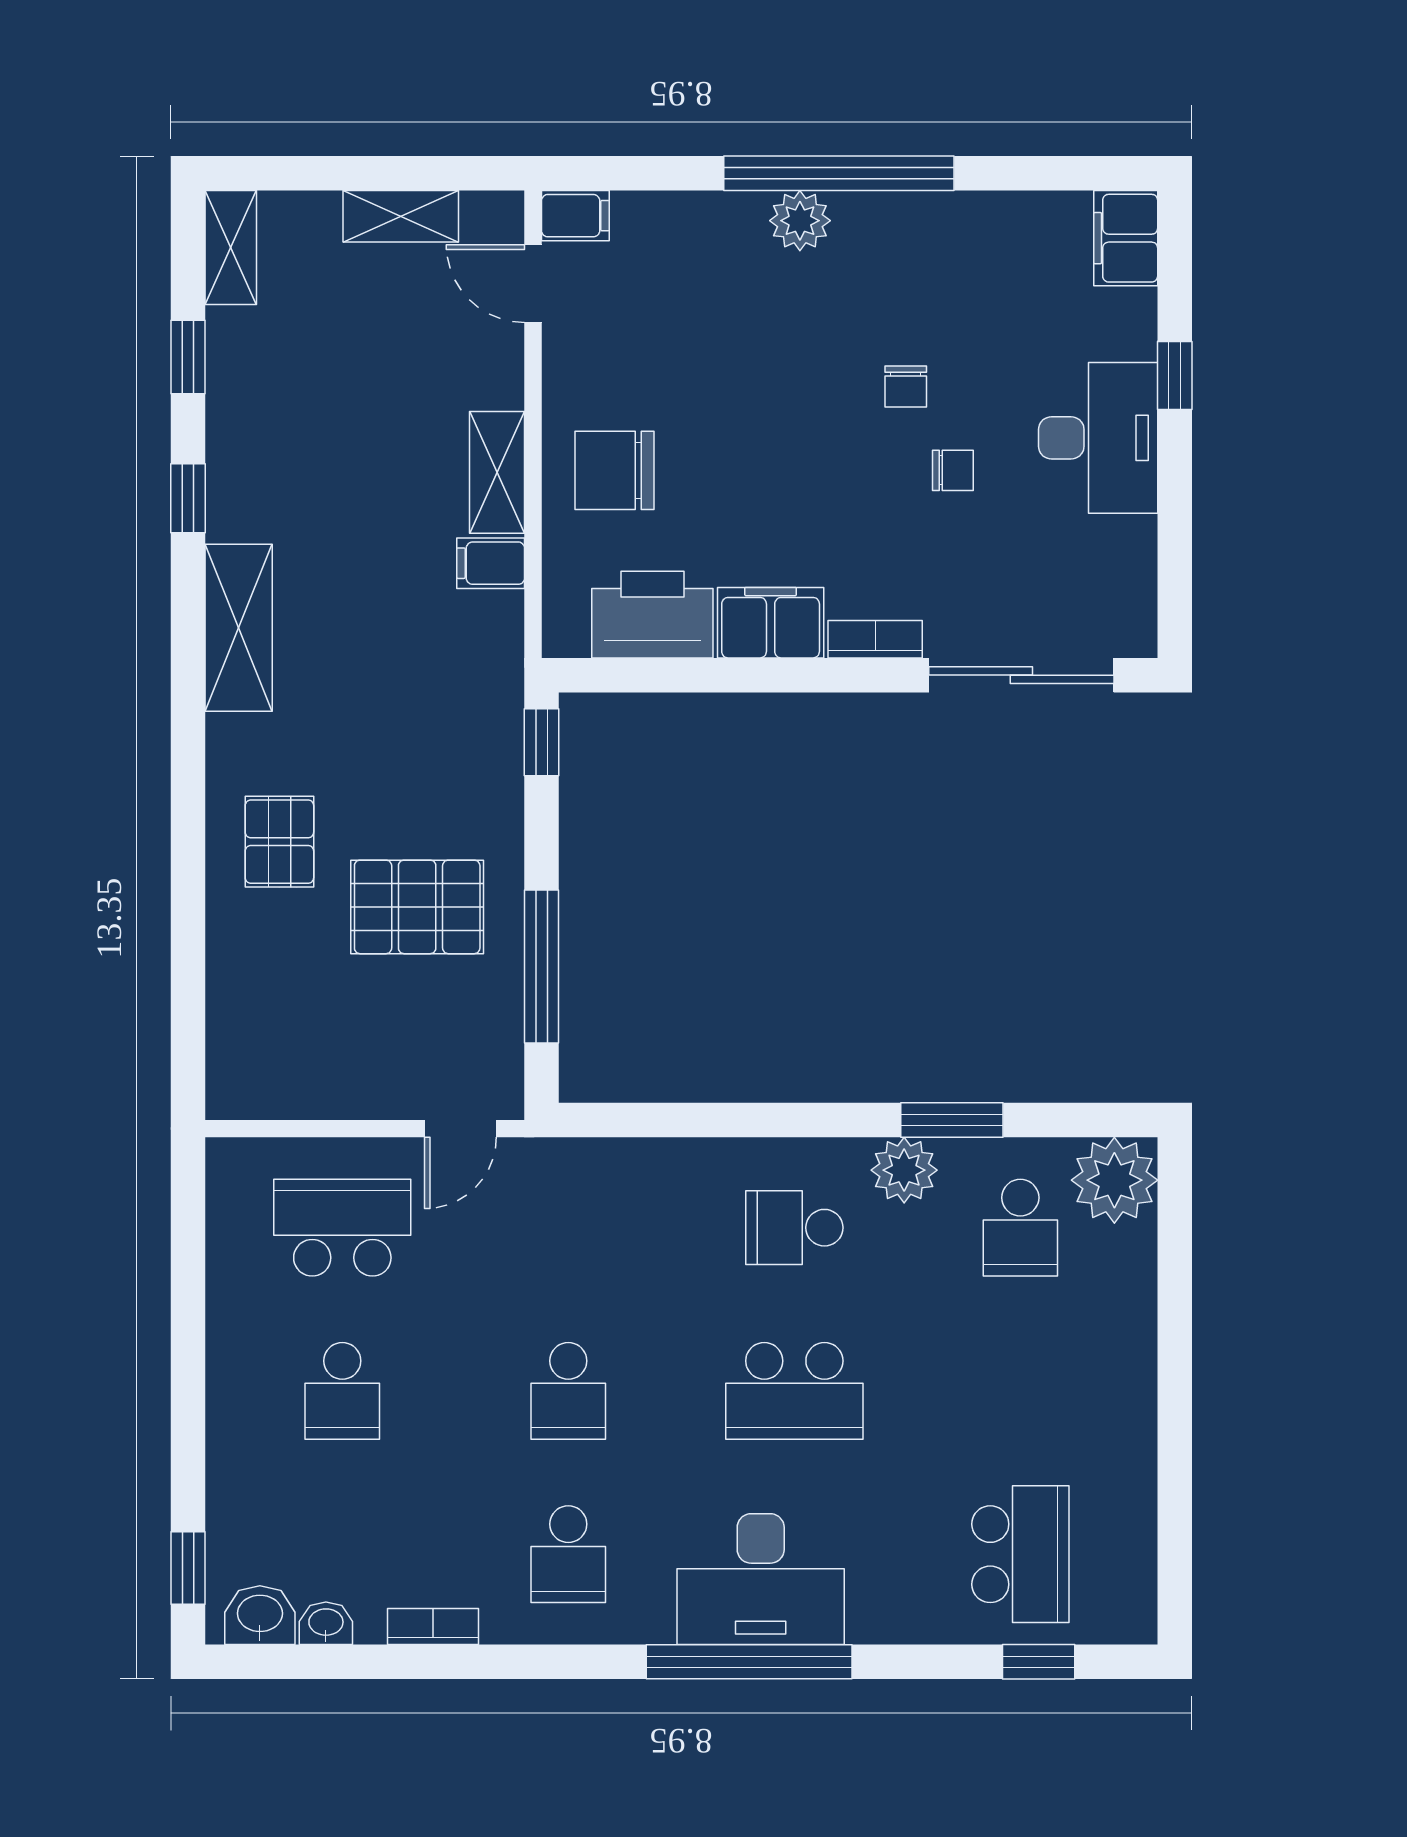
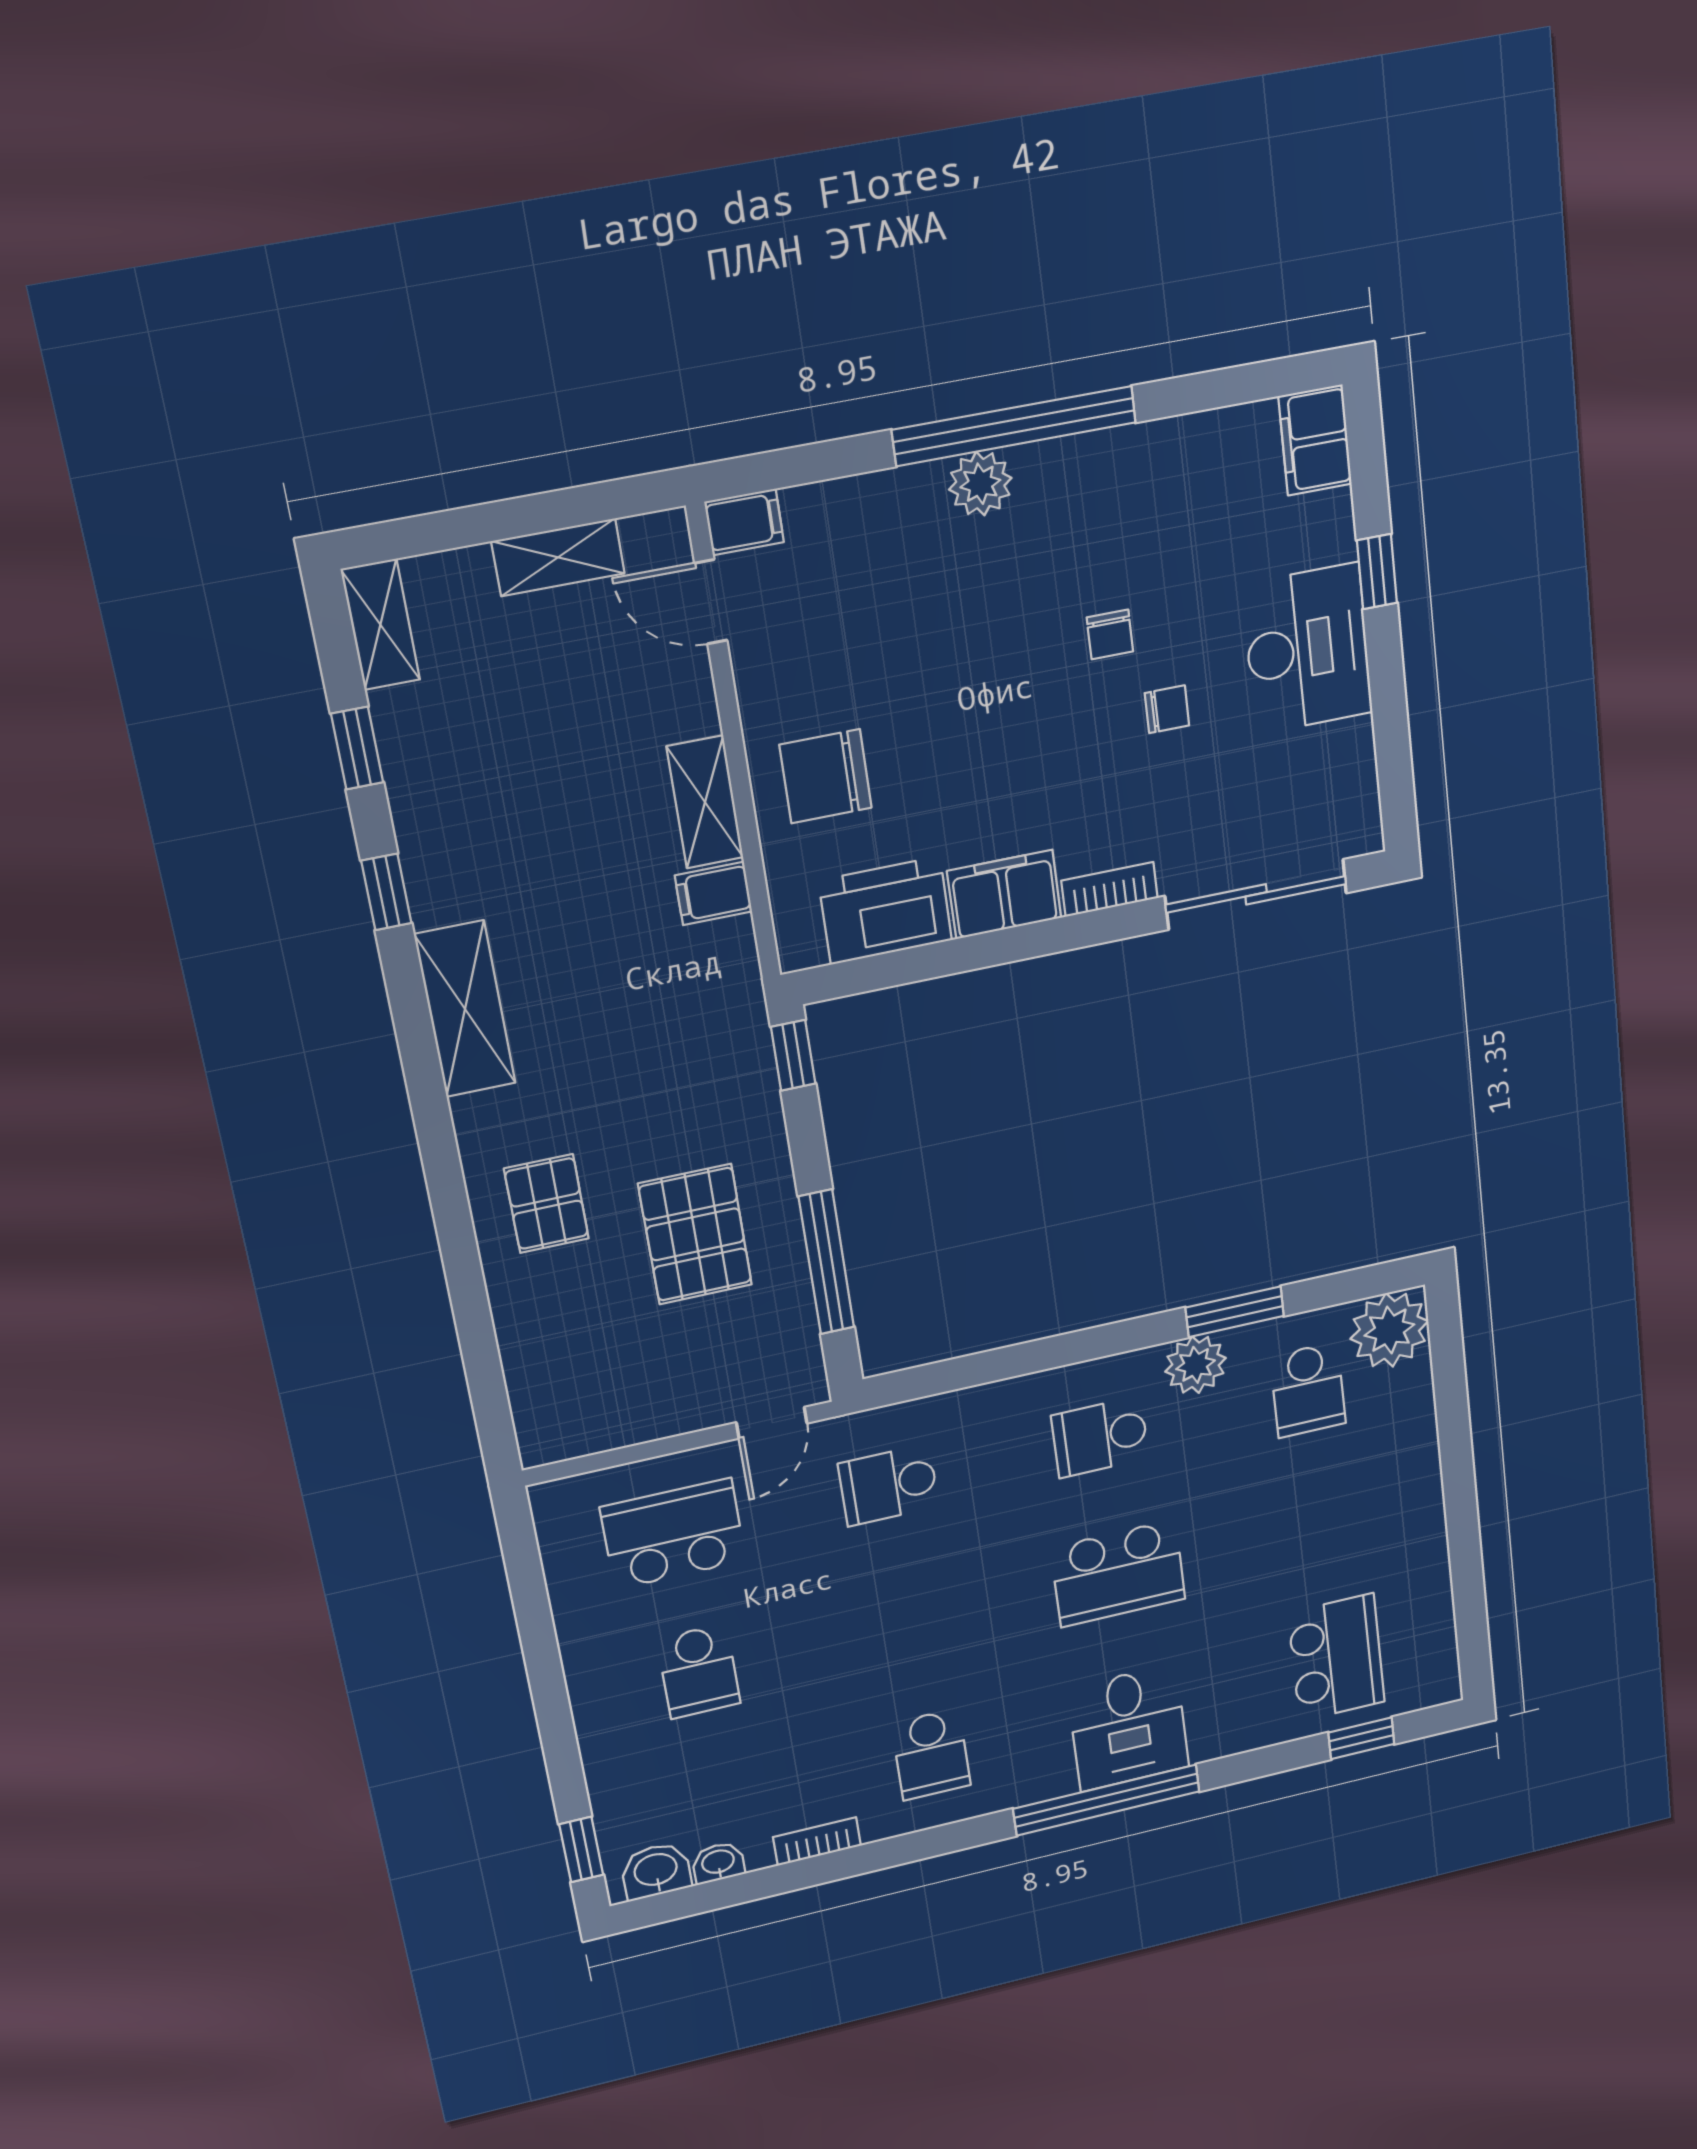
pallet: (417, 907) -> (695, 1234), turned 90
school desk: (568, 1391) -> (889, 1485), moved, turned 90
desk: (761, 1579) -> (1128, 1728), width x0.73

